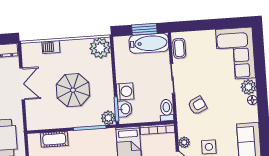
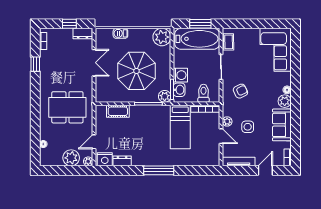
bathtub: (149, 43) -> (197, 39), width x1.36, depth x1.36
plant: (248, 87) -> (285, 101), moved
parasol: (73, 90) -> (136, 71), width x1.36, depth x1.36
toilet: (167, 110) -> (204, 93), moved

